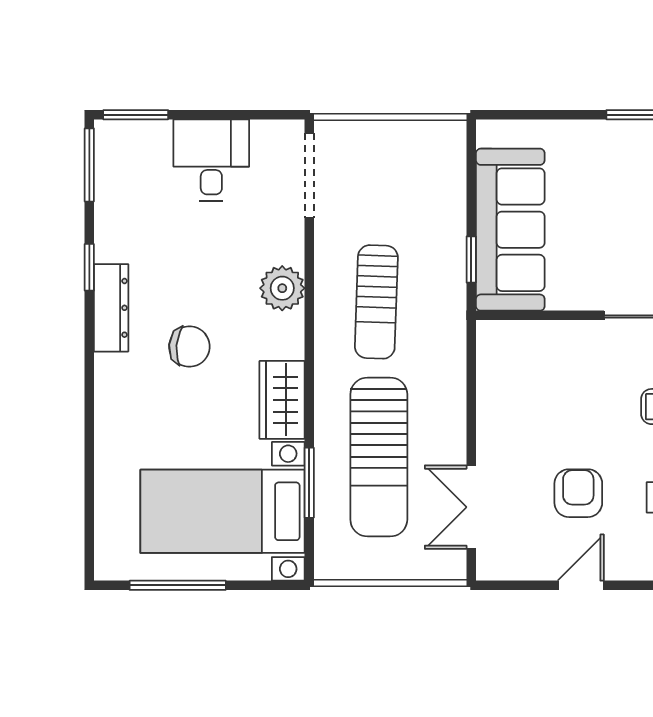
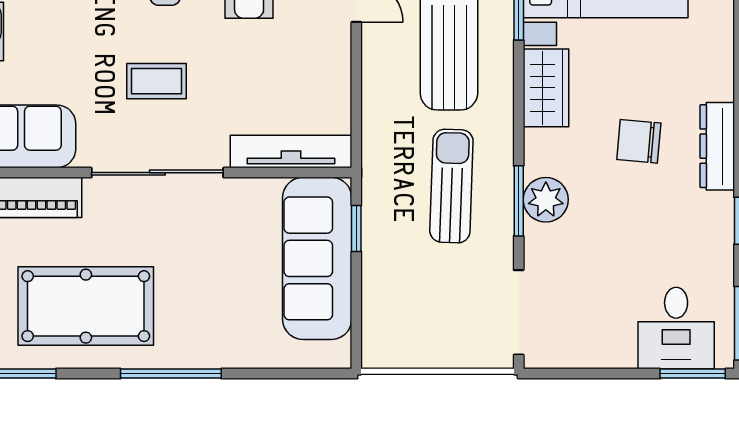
desk: (211, 160) -> (676, 328), moved
window: (309, 287) -> (519, 201), added
dresser: (111, 308) -> (717, 146), moved
tv unit: (536, 336) -> (291, 151), added

